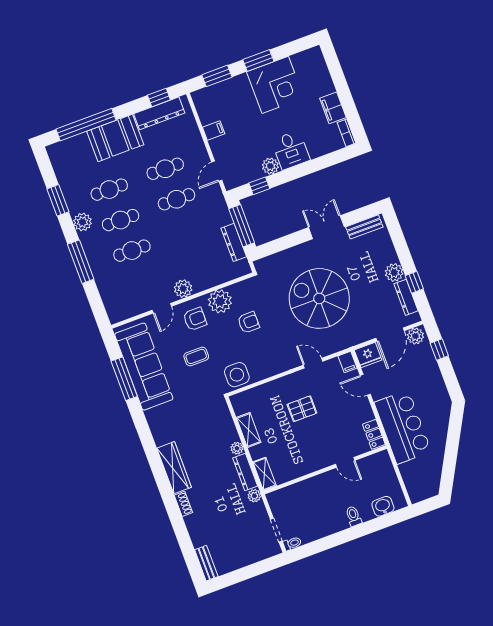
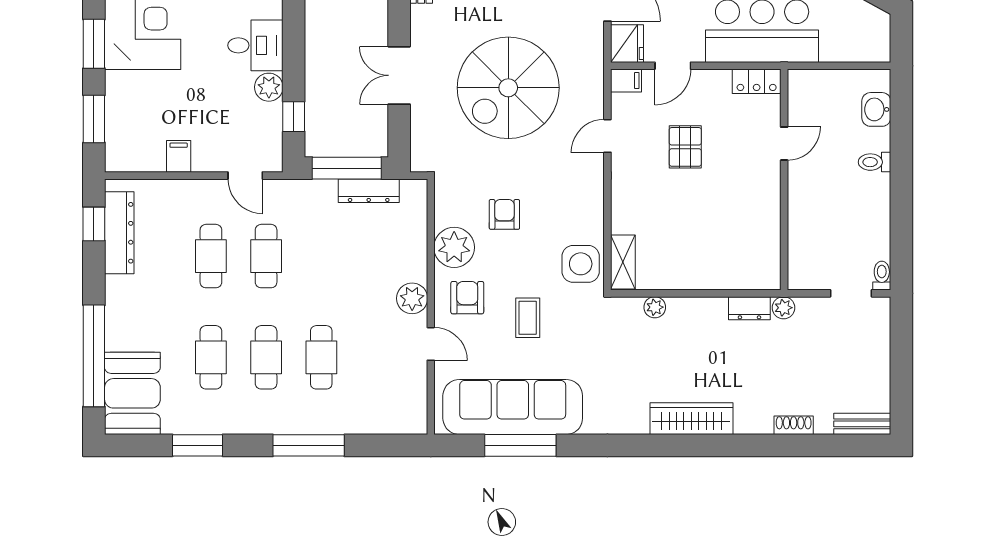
booth: (115, 138) -> (132, 393), moved
plant: (82, 222) -> (247, 419), removed
double door: (326, 227) -> (399, 75), moved
pallet: (302, 409) -> (685, 147), moved
shelving: (249, 430) -> (623, 262), moved, turned 90
plant: (237, 448) -> (655, 307), moved
dresser: (245, 472) -> (749, 308), width x0.70
shelving: (265, 474) -> (755, 278), removed
shoe rack: (183, 504) -> (794, 425), moved

